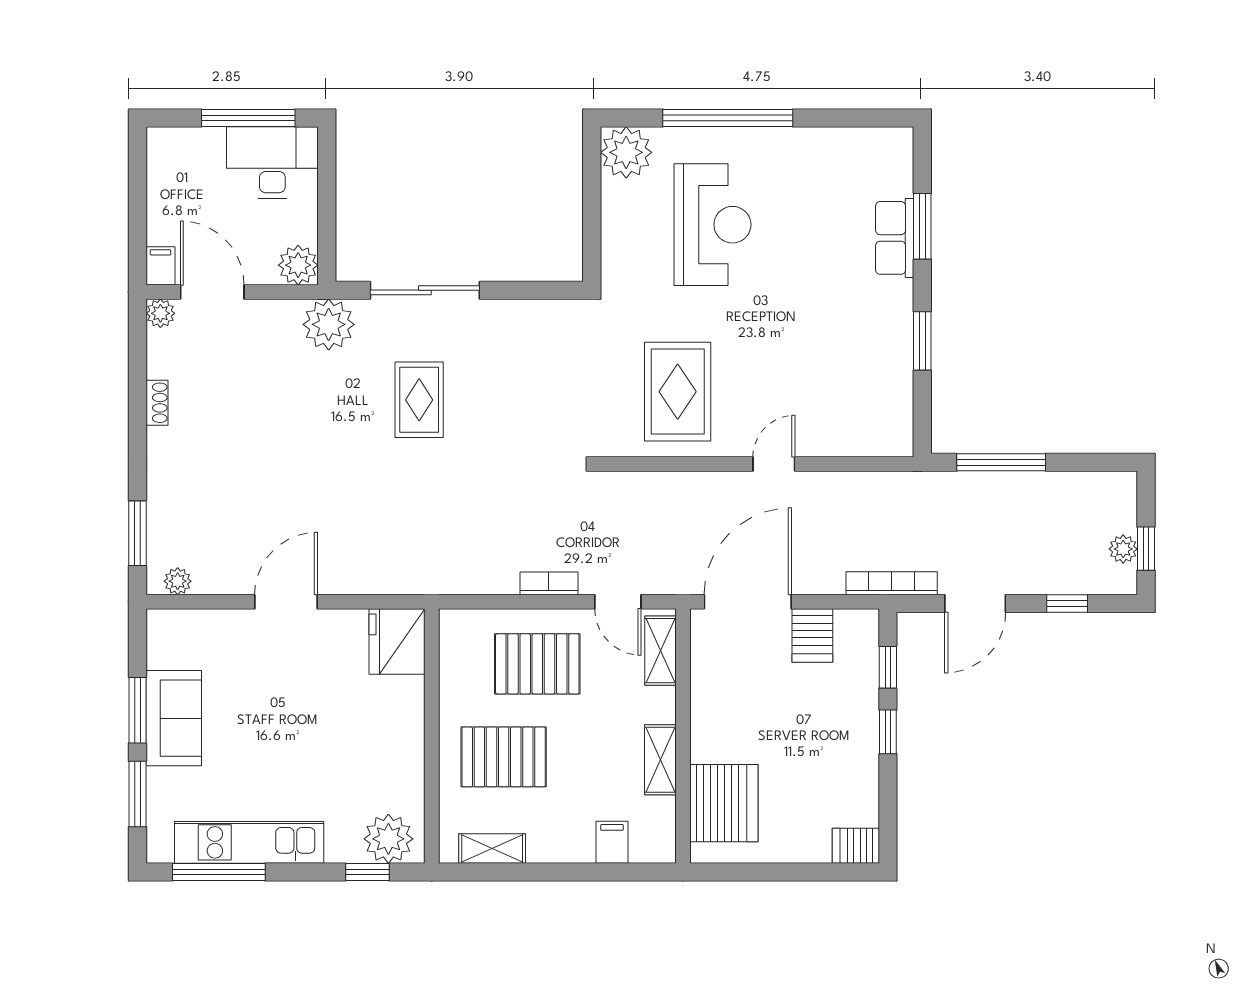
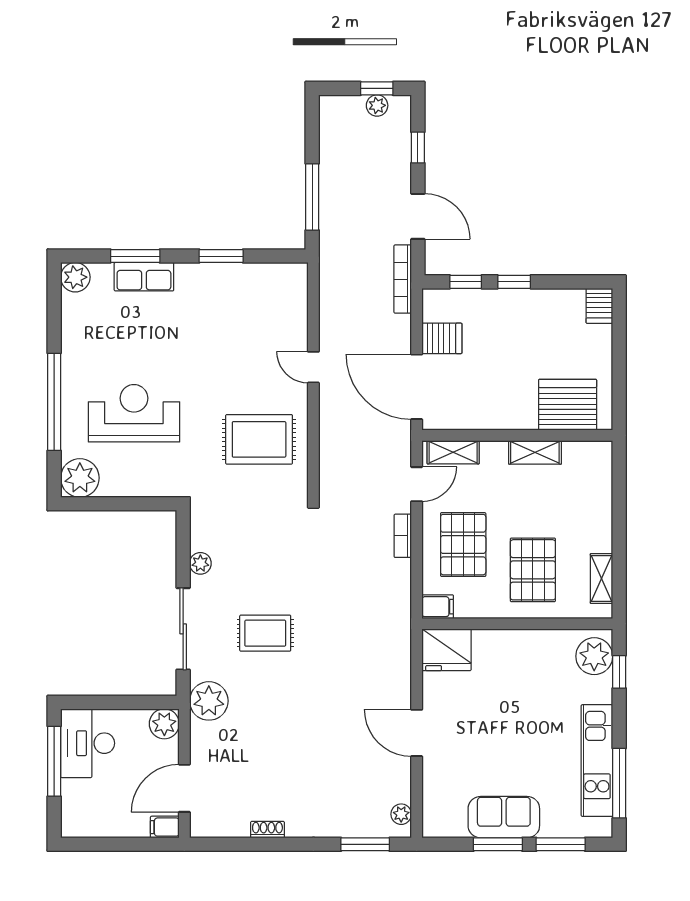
plant: (894, 146) -> (75, 277), added
plant: (160, 313) -> (200, 563), moved
filing cabinet: (612, 842) -> (438, 607), moved, turned 180

